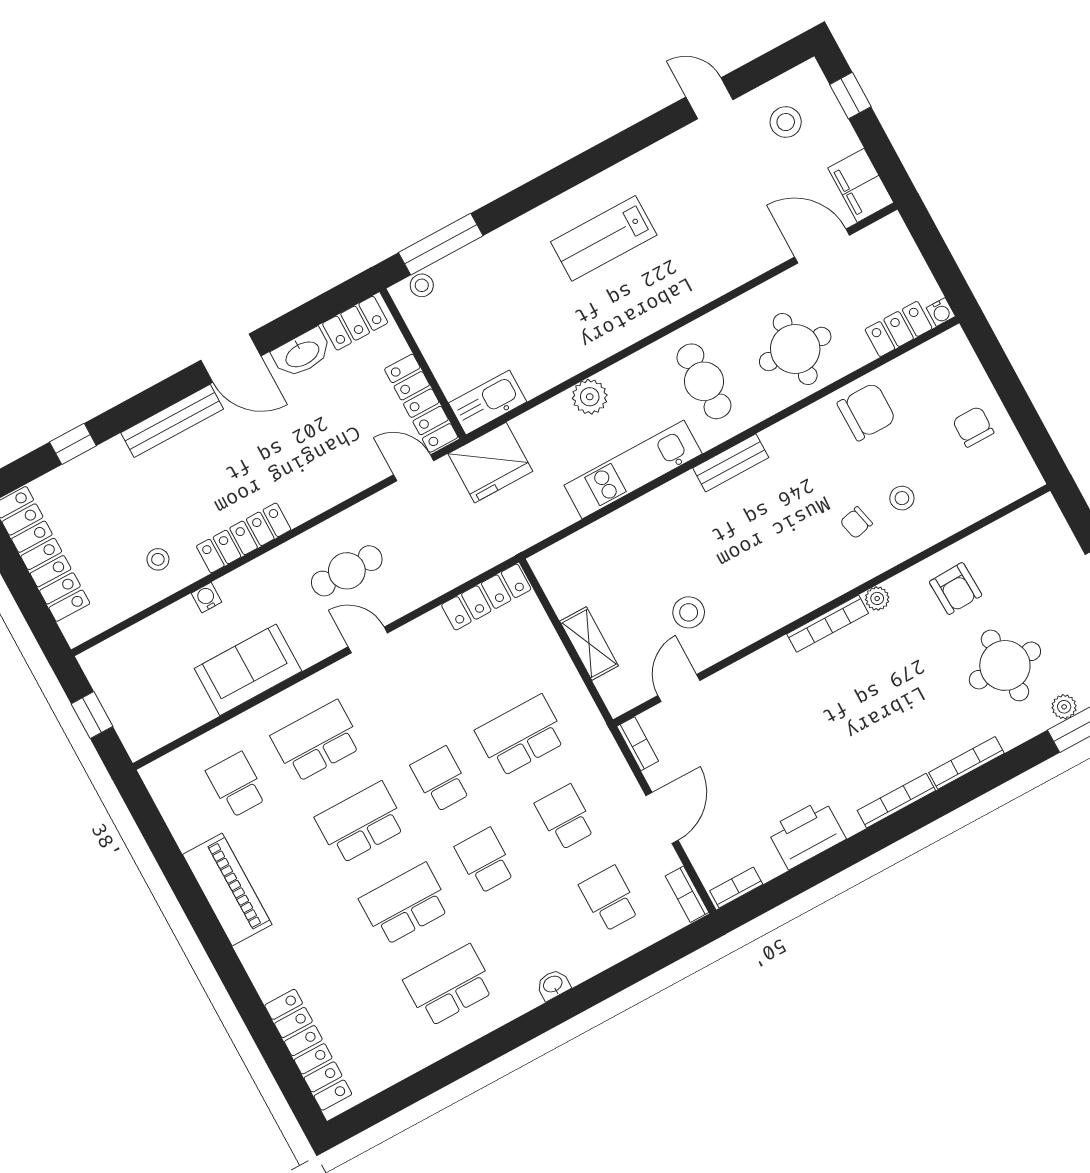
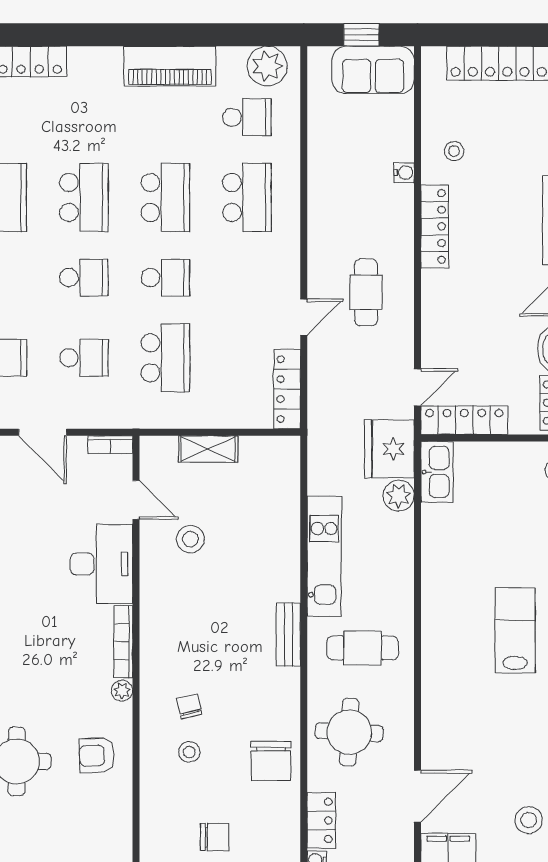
plant: (590, 397) -> (399, 496), moved
door: (368, 640) -> (304, 317), moved
sofa: (248, 670) -> (373, 70), moved, turned 90
desk: (762, 688) -> (101, 564), added
plant: (174, 792) -> (267, 66), added

